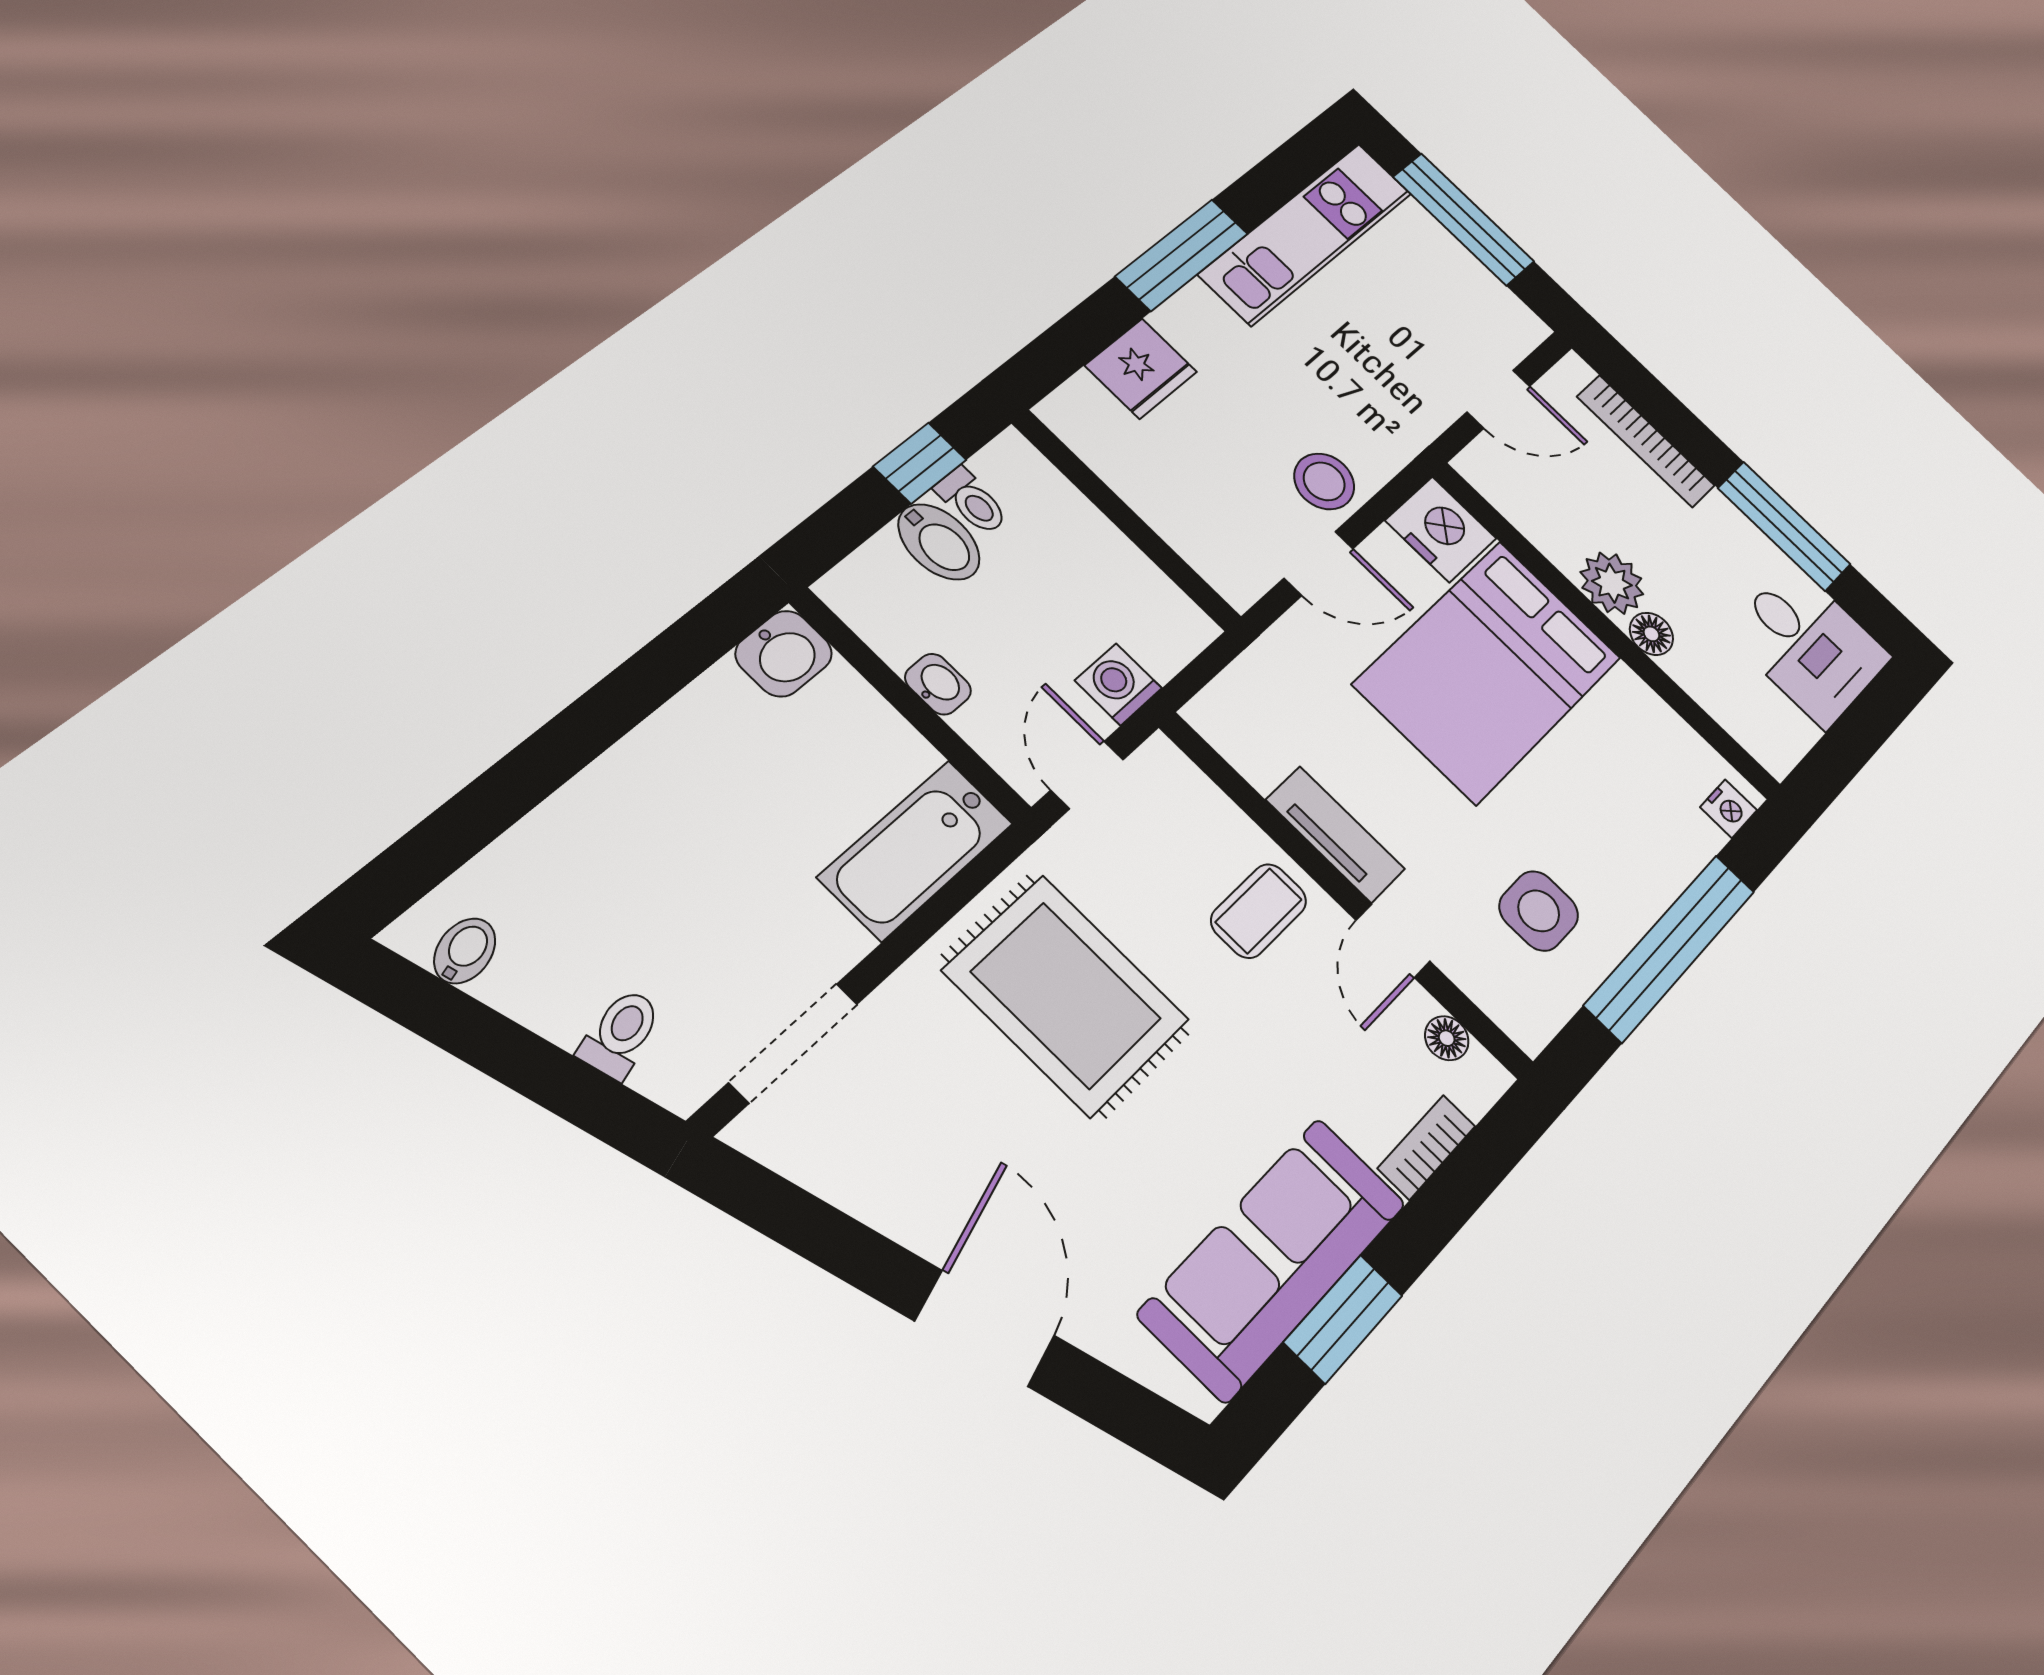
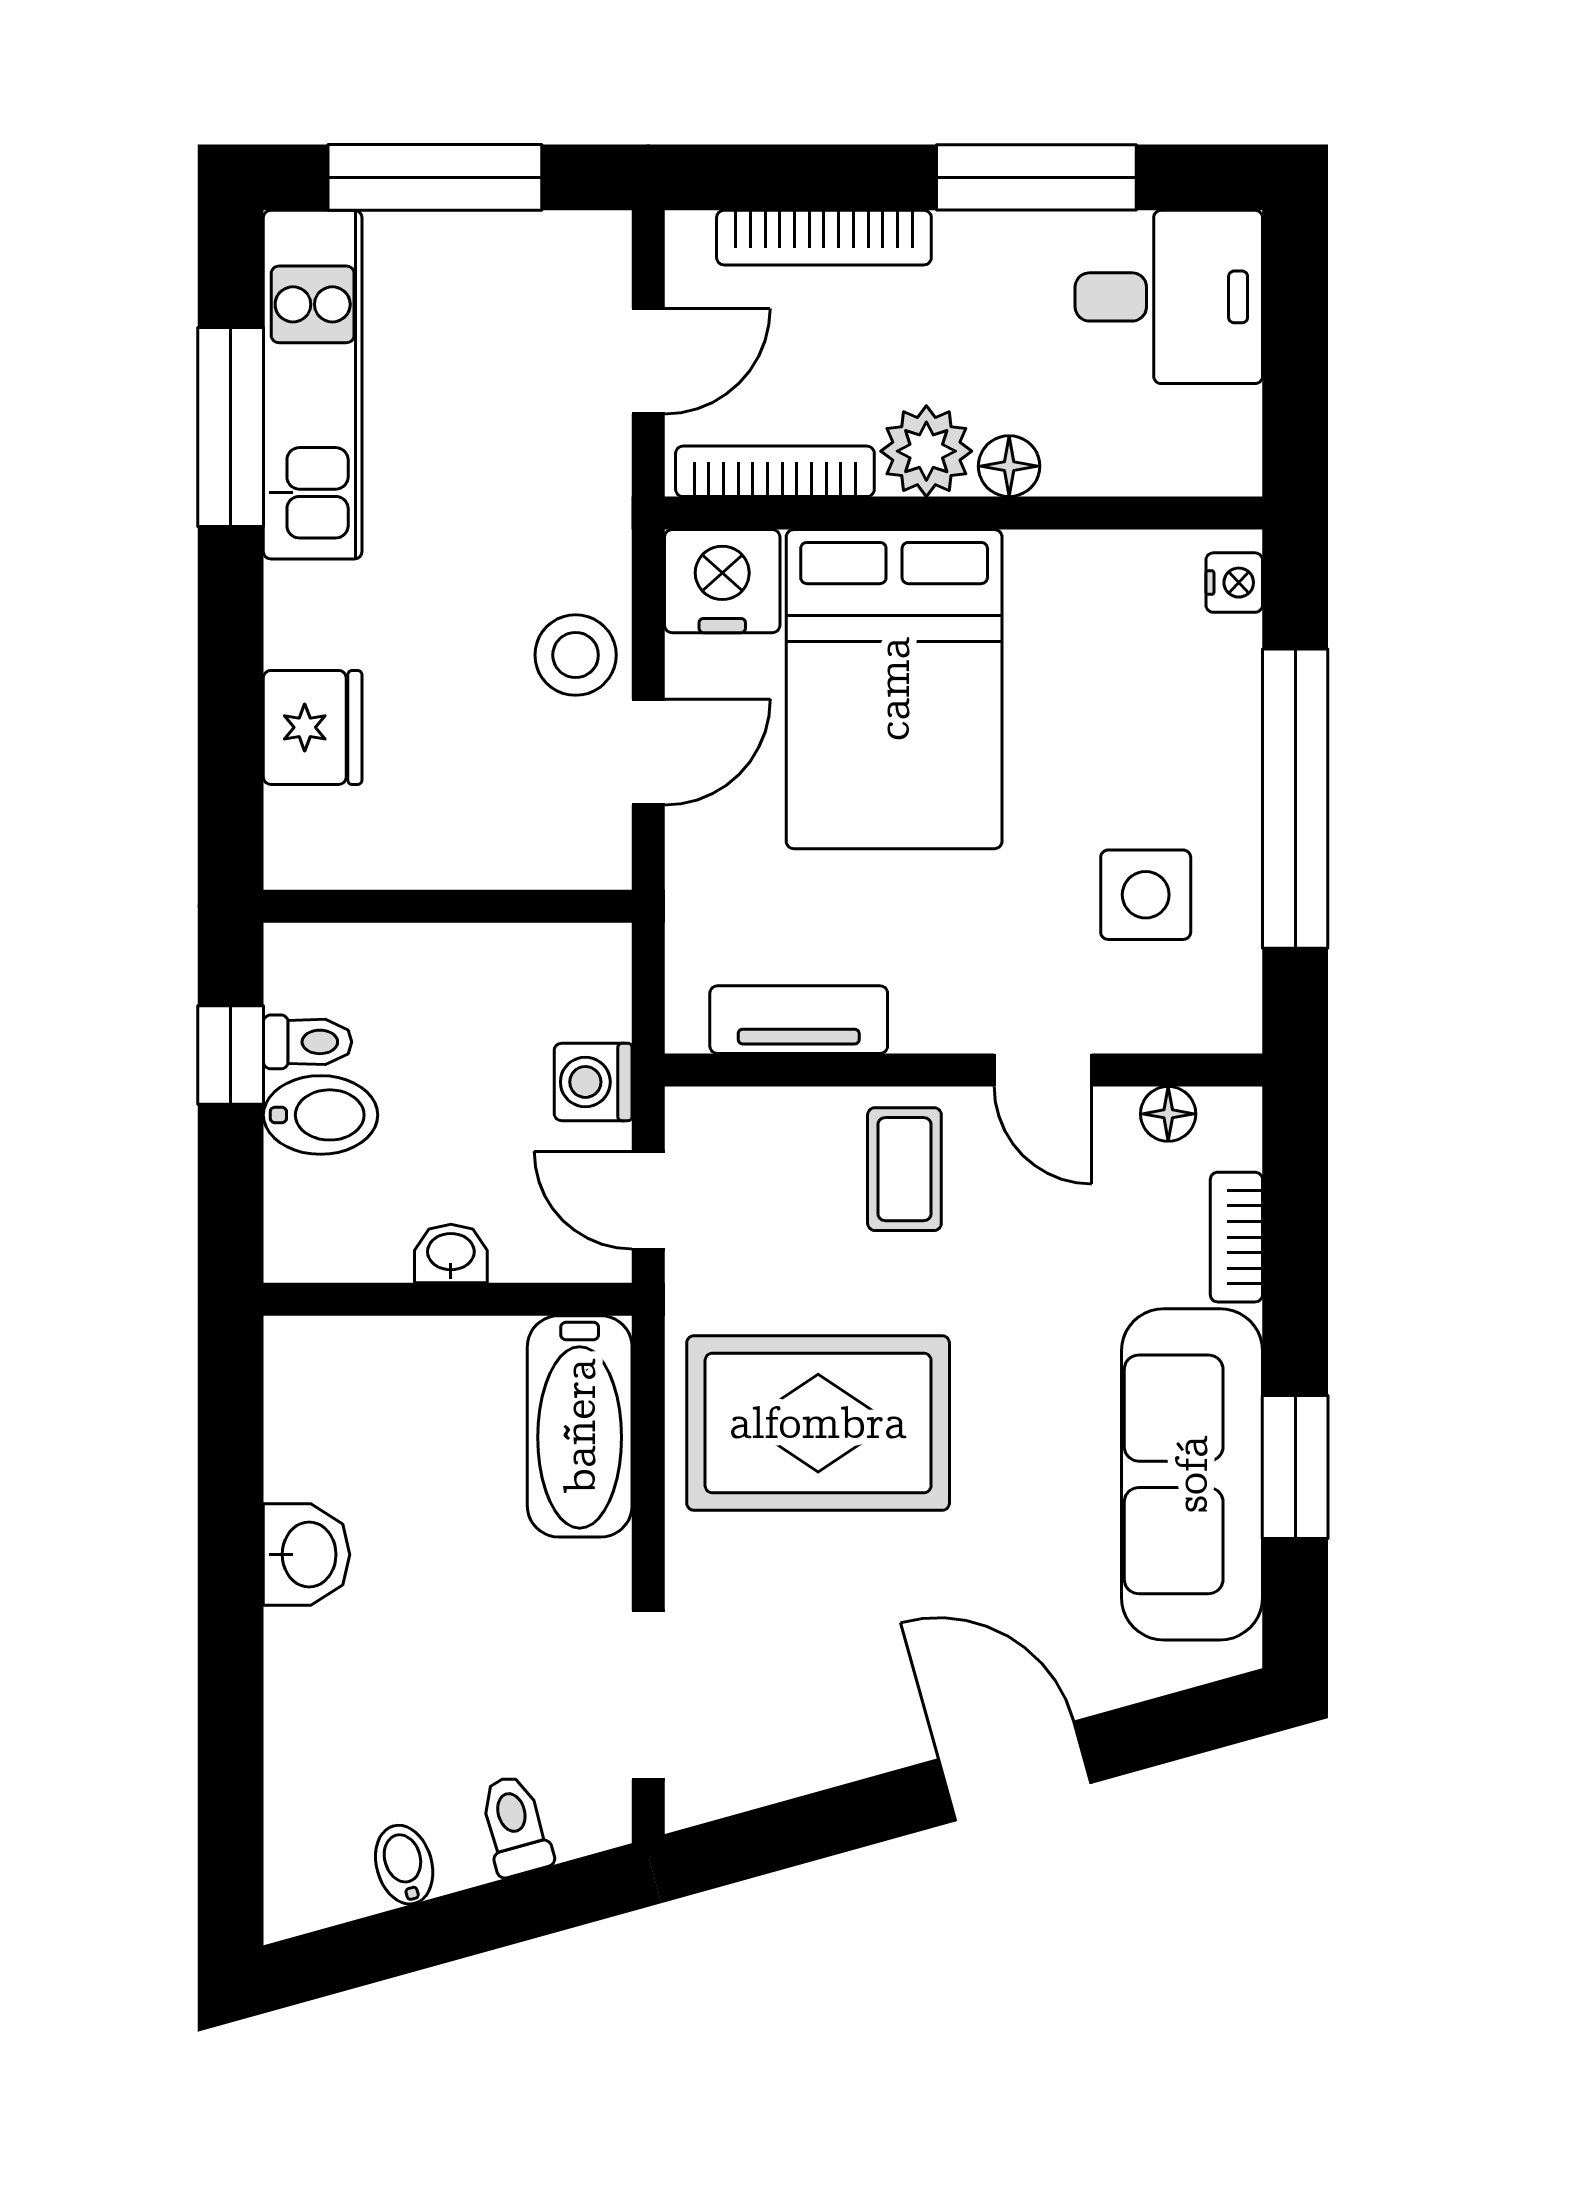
window: (1182, 255) -> (231, 427), moved
bookcase: (1519, 511) -> (775, 471), added
washbasin: (784, 654) -> (307, 1555), moved
tv unit: (1335, 834) -> (799, 1020), moved
bidet: (465, 951) -> (404, 1865), moved

